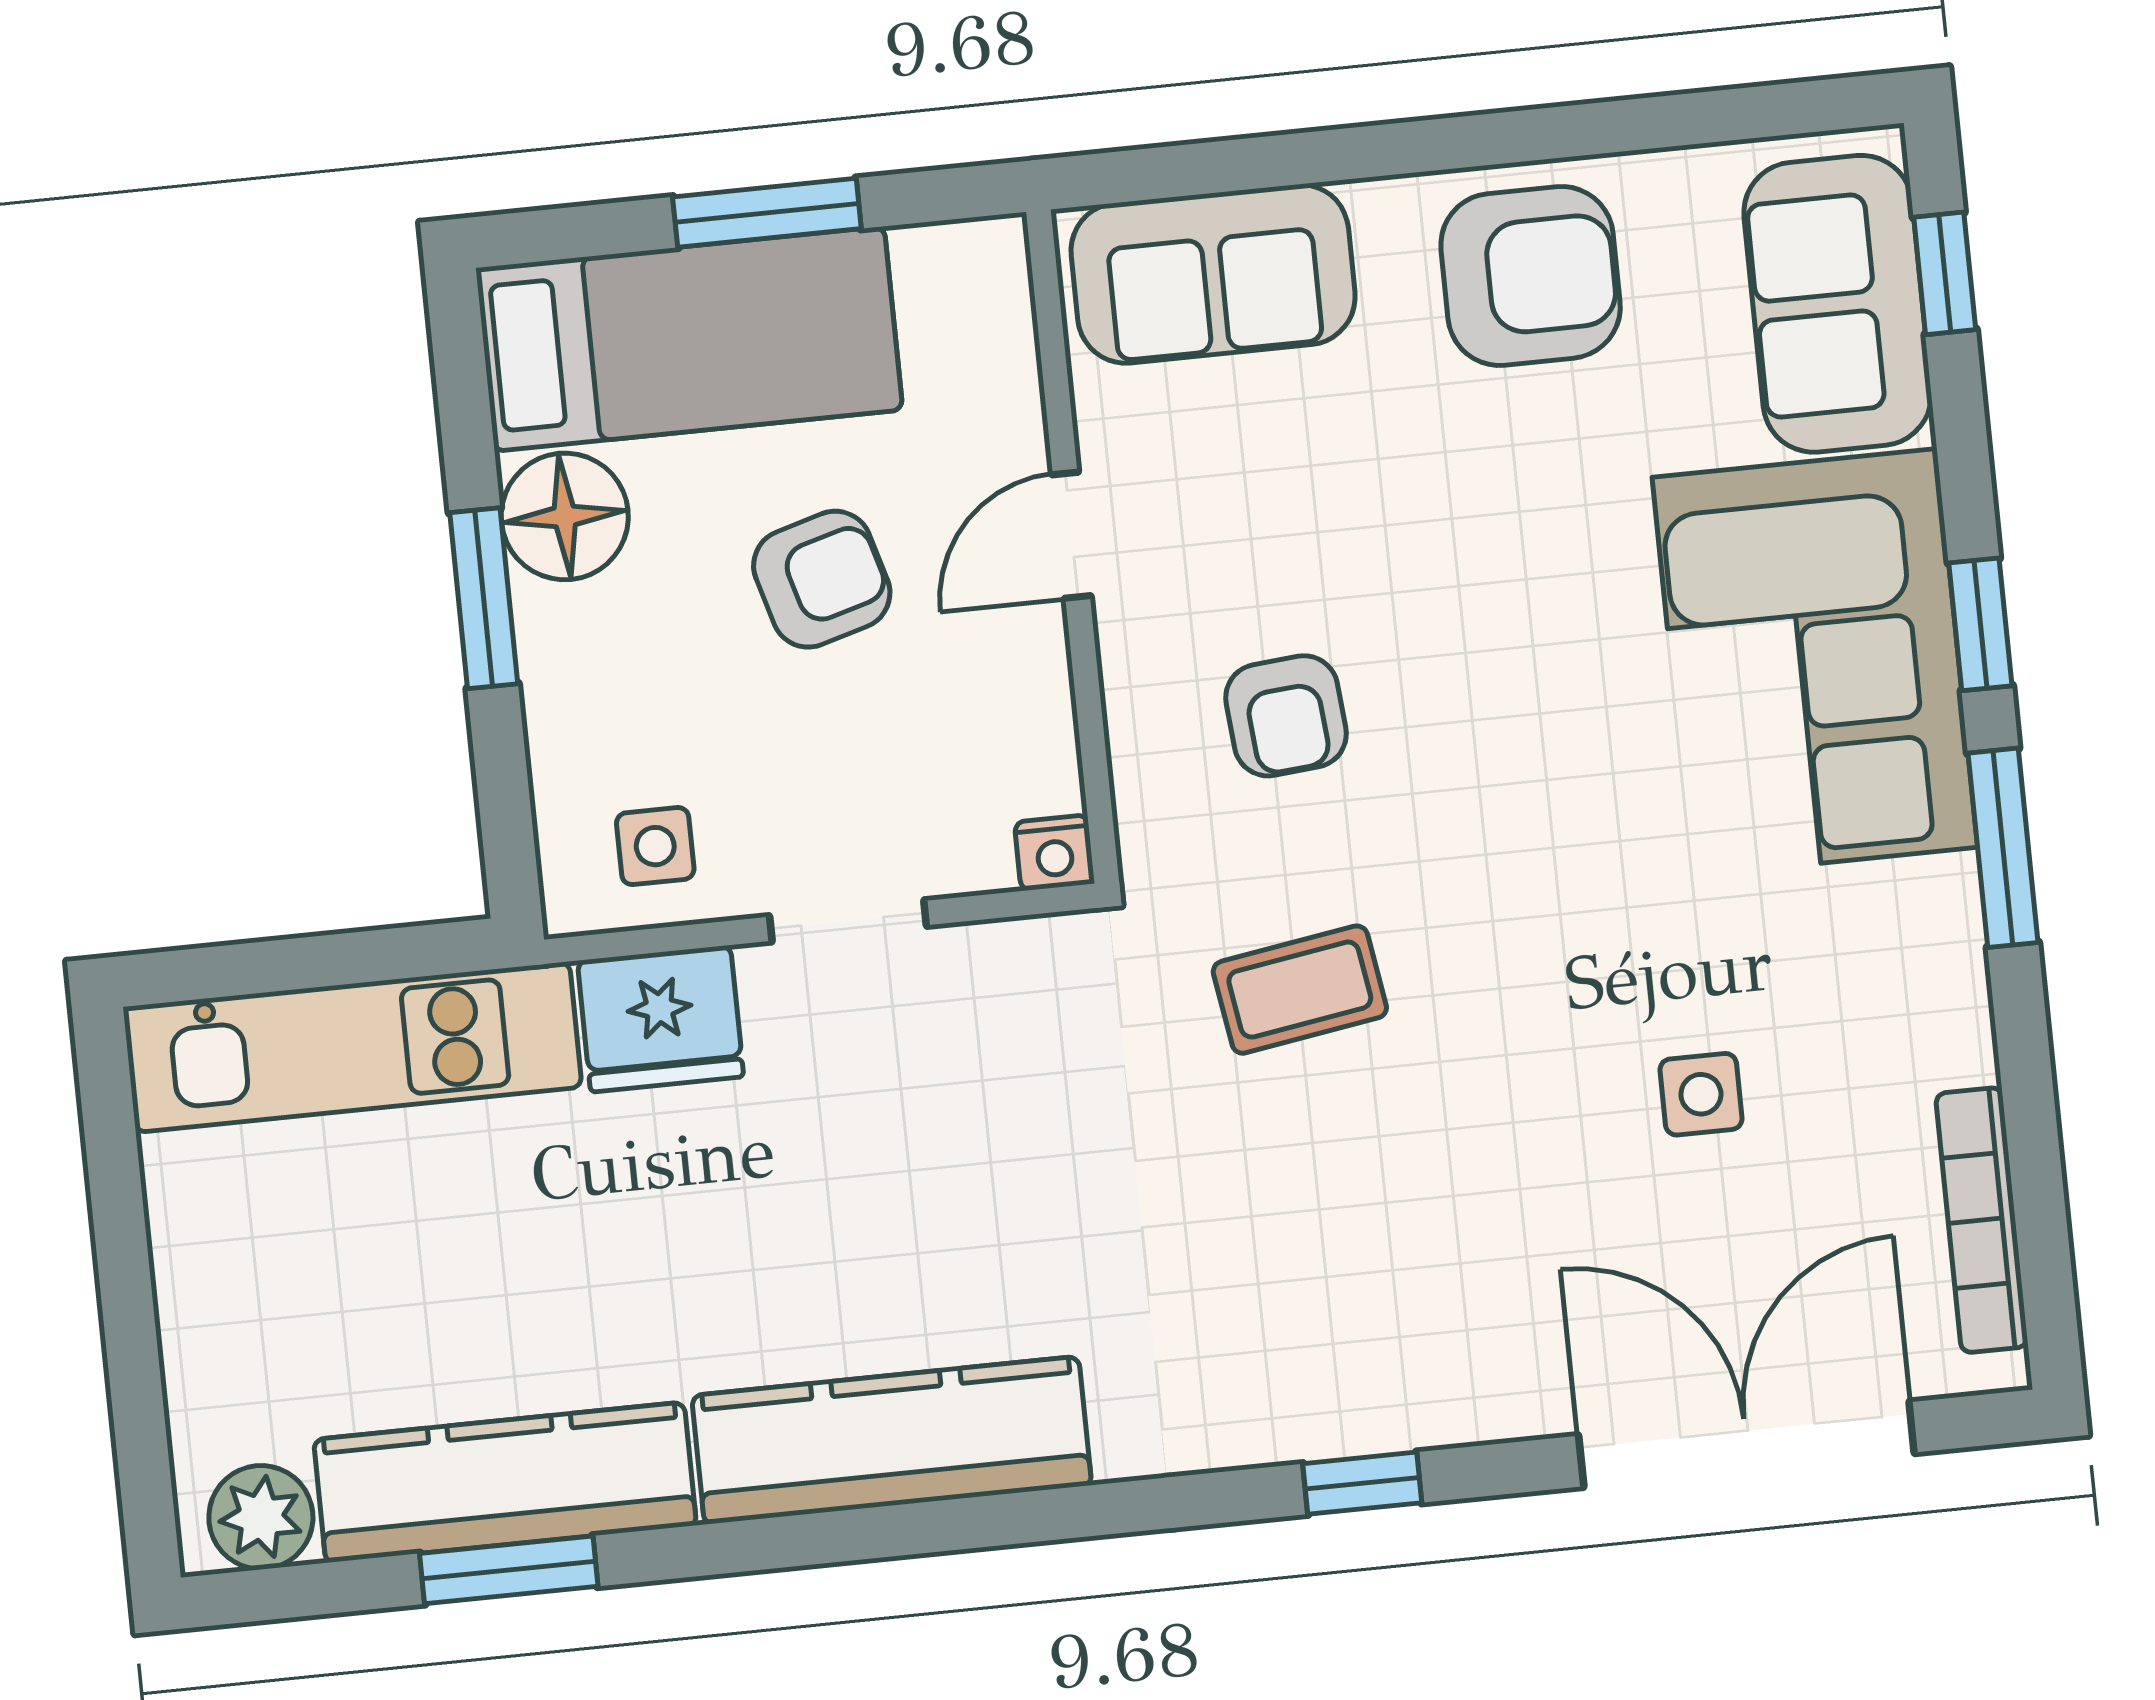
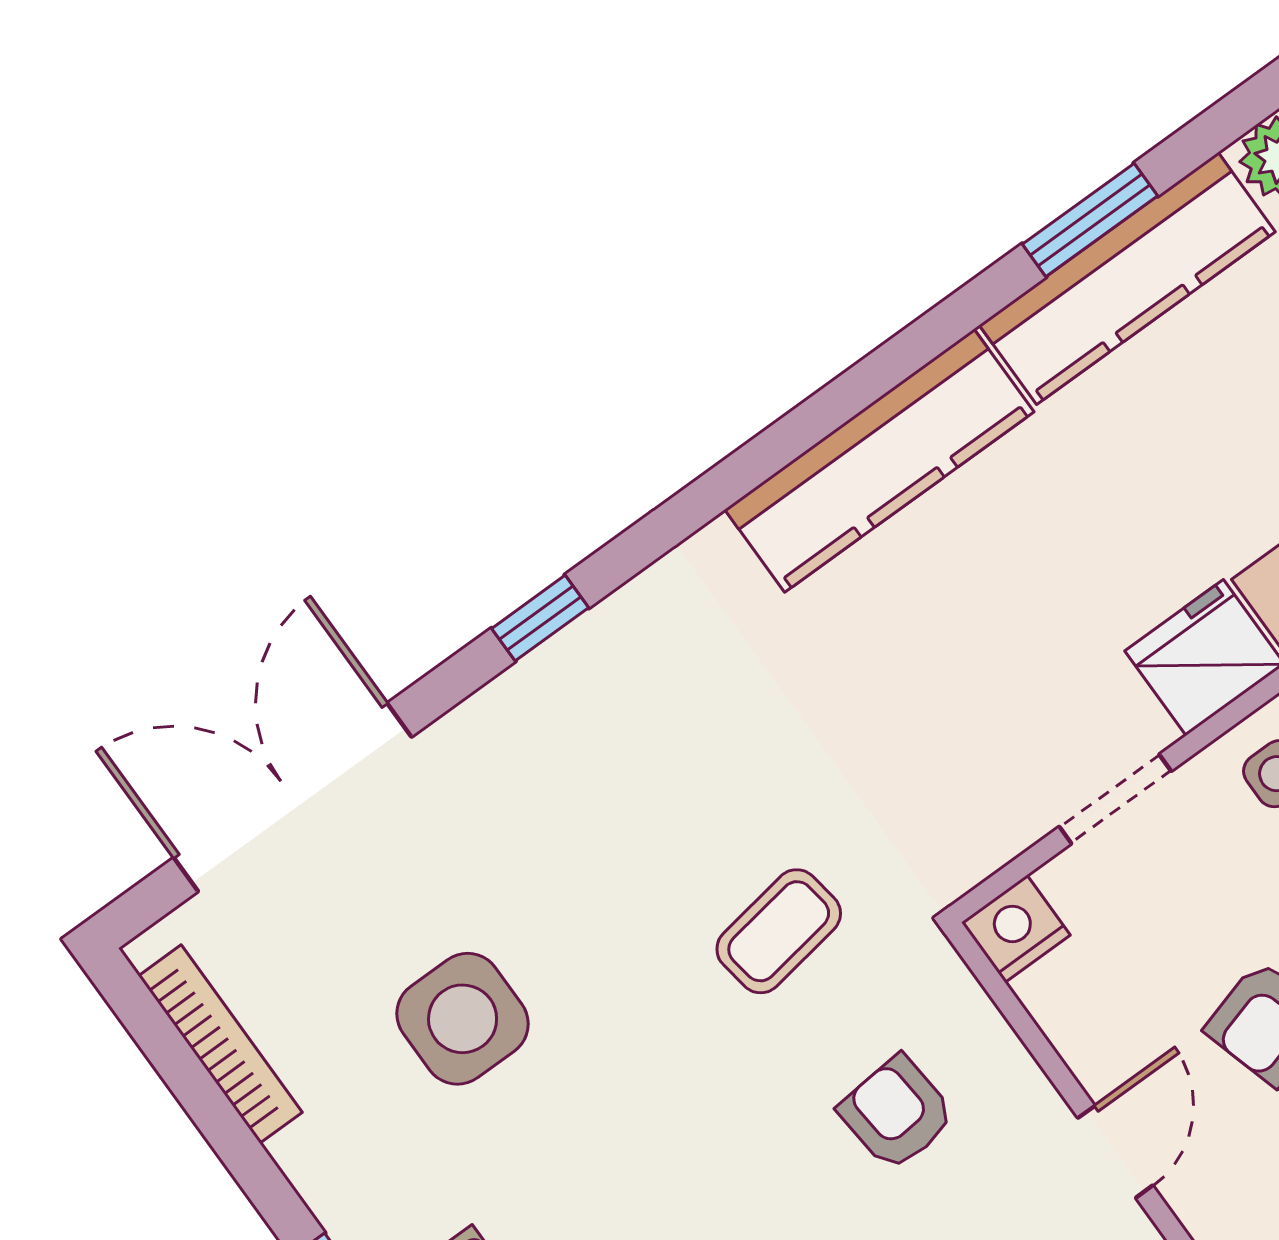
nightstand: (1054, 853) -> (1016, 929), width x1.39, depth x1.35
side table: (1701, 1094) -> (463, 1019), width x1.87, depth x1.87
double door: (1746, 1444) -> (293, 797), swing flipped

